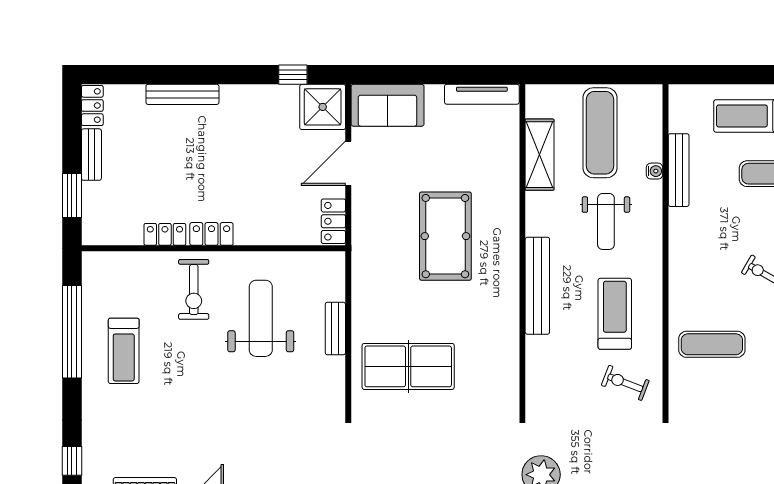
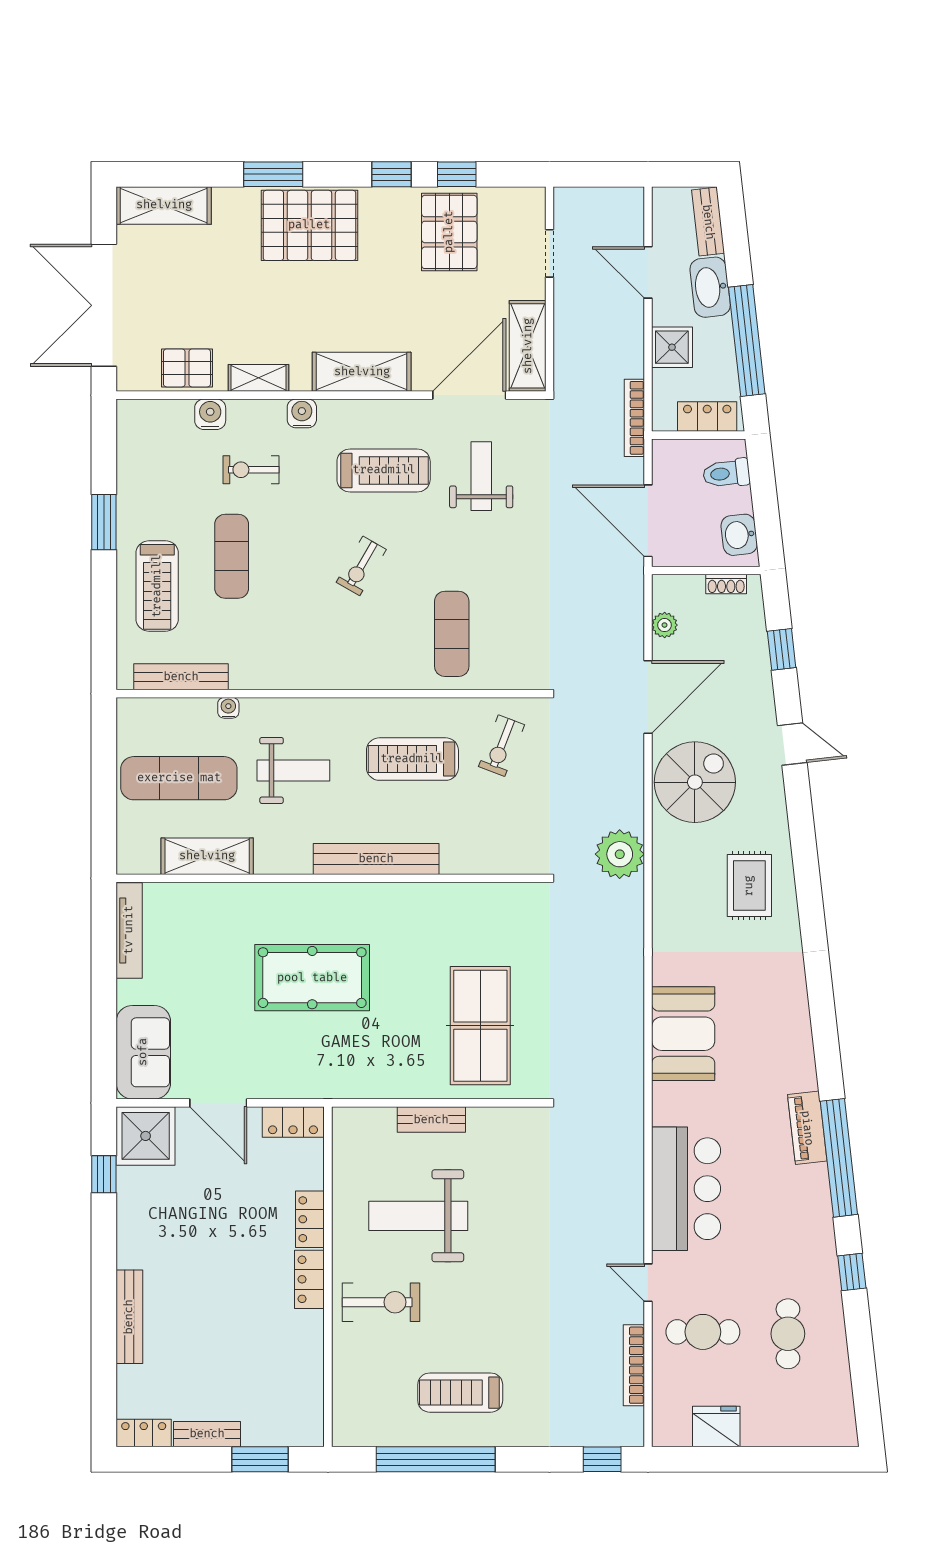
bench: (679, 170) -> (181, 677), moved
locker: (165, 234) -> (310, 1219), moved
treadmill: (124, 351) -> (460, 1393), turned 180

